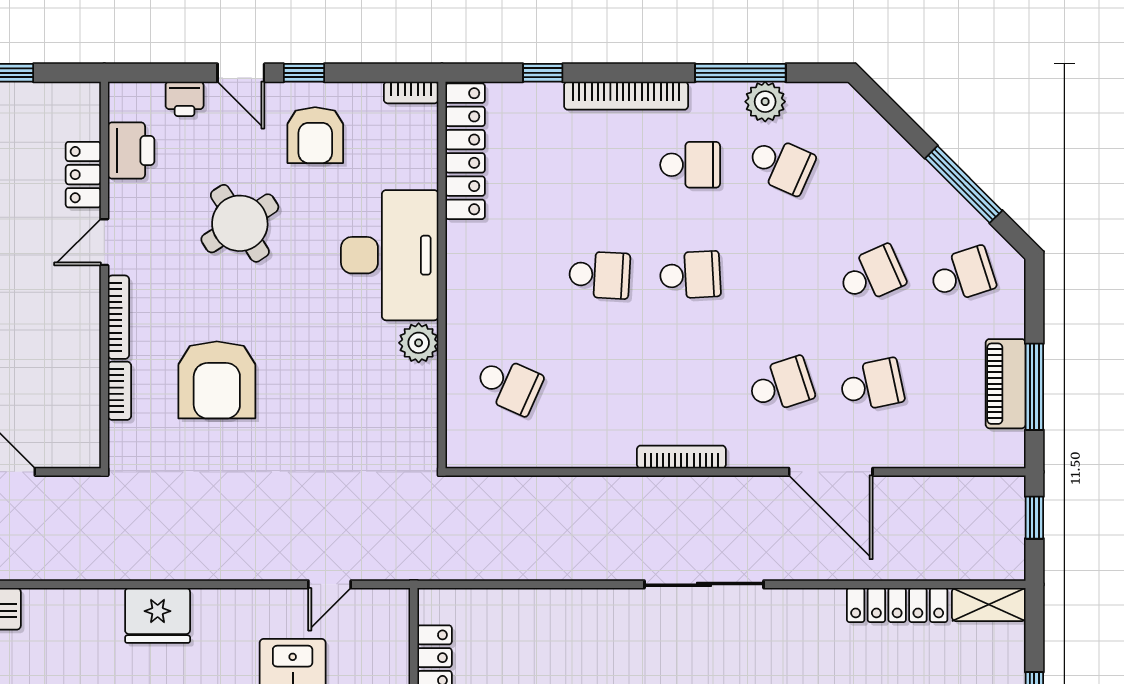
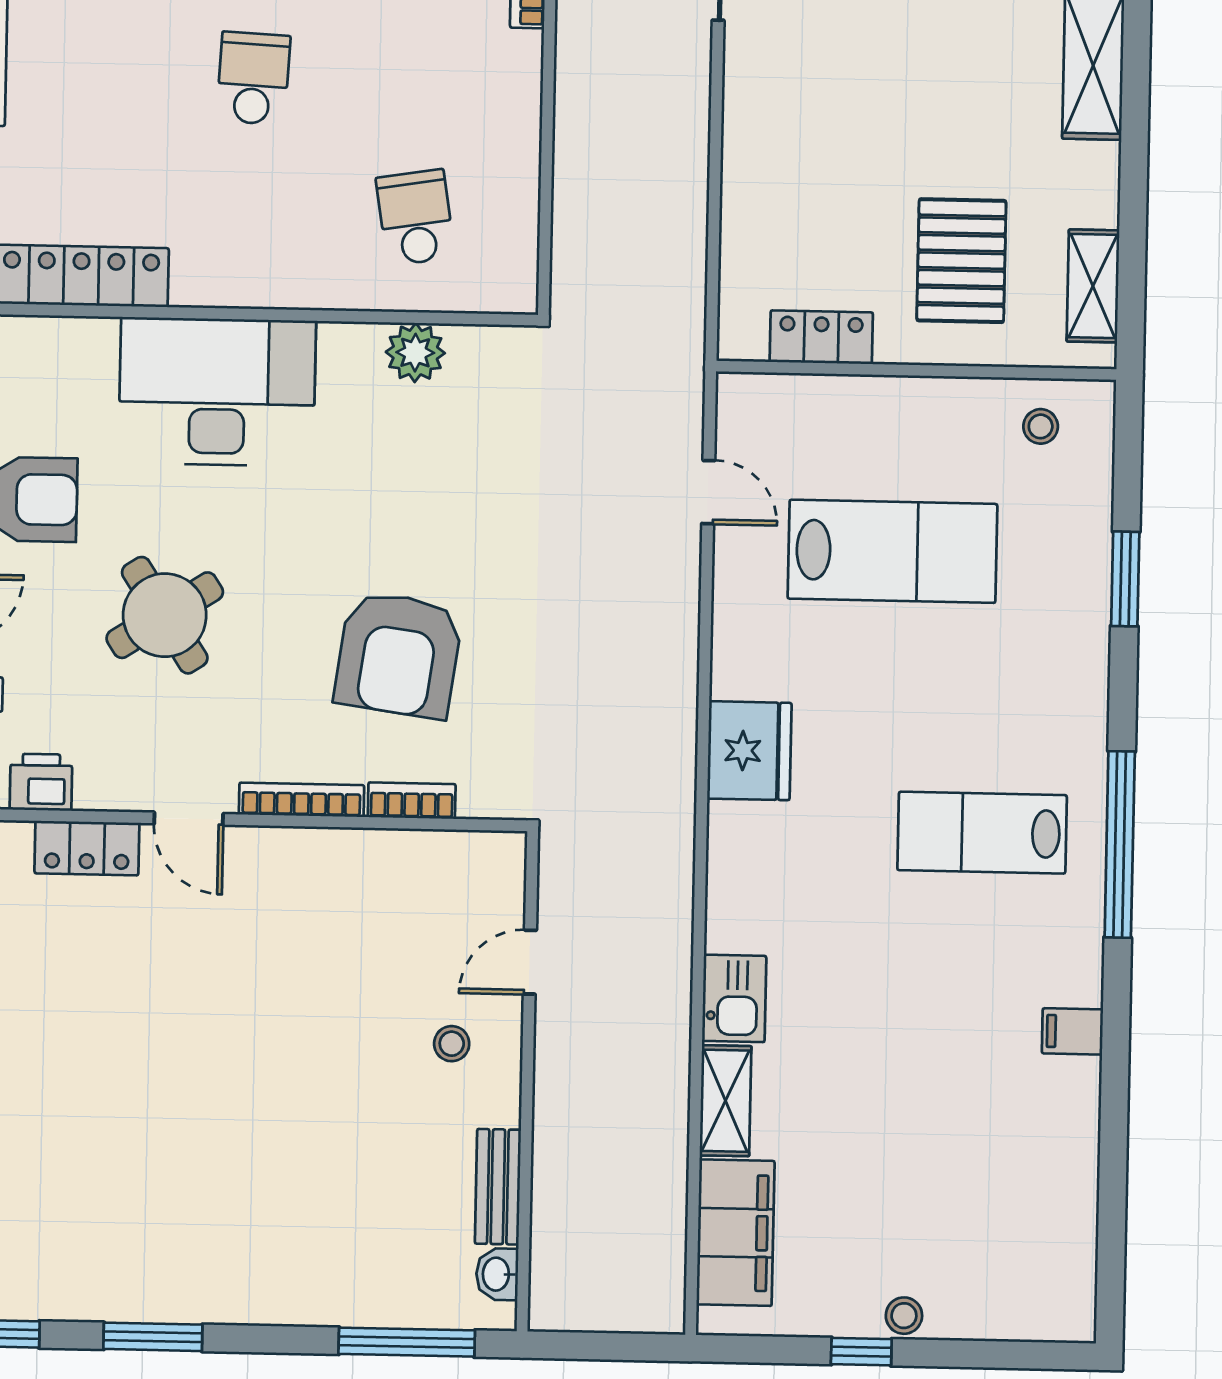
printer: (131, 151) -> (41, 782), width x0.73, depth x0.81
plant: (419, 343) -> (415, 353), moved
armchair: (217, 380) -> (398, 655), turned 98
school desk: (509, 385) -> (415, 218), turned -33

